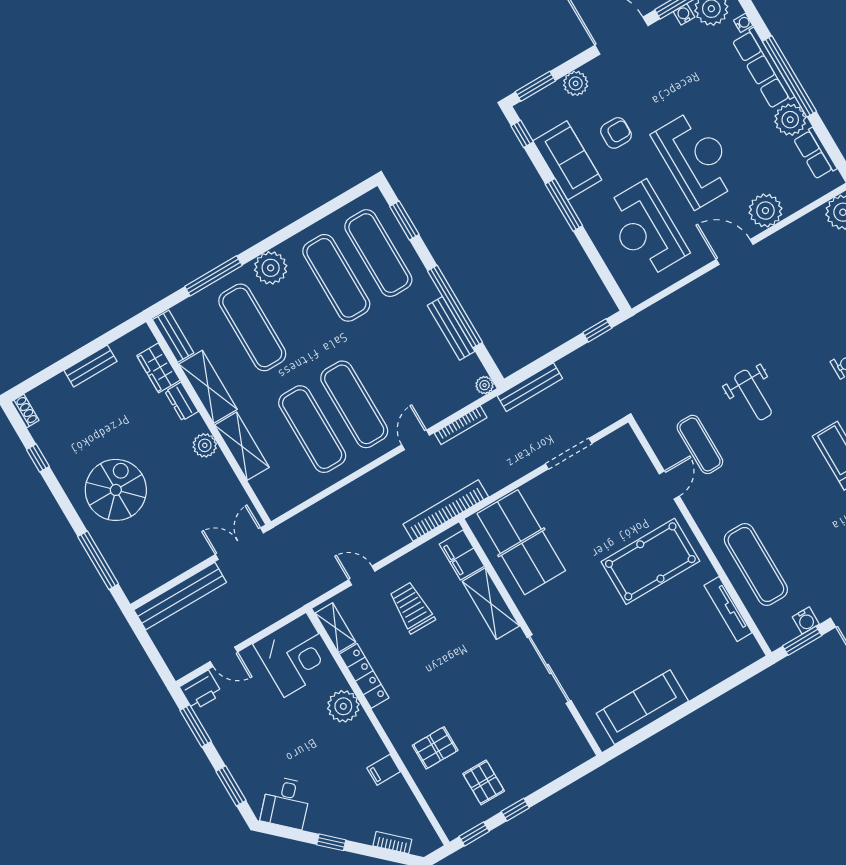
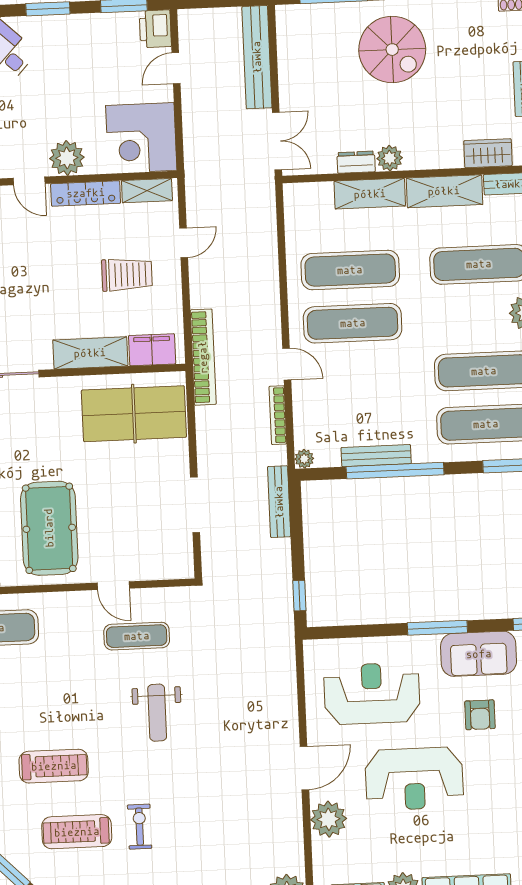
weight bench: (753, 395) -> (157, 713), turned -90
dresser: (182, 401) -> (356, 162), moved
door: (378, 727) -> (29, 181), added

